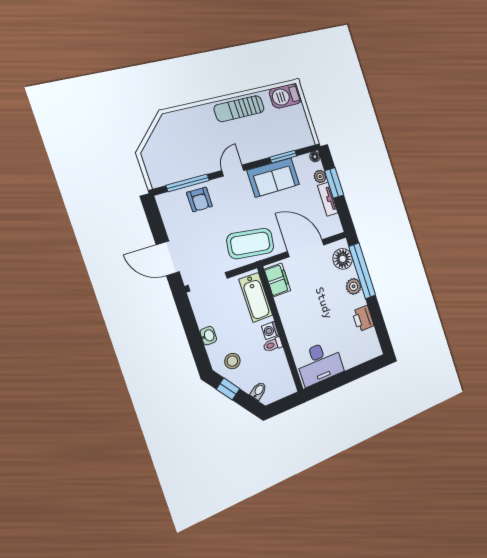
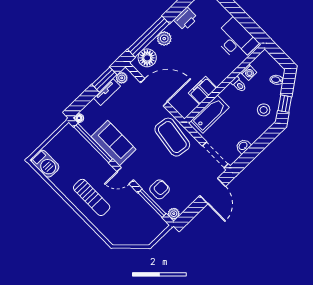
sun lounger: (239, 109) -> (92, 197), moved
window: (283, 157) -> (93, 143), width x2.11
plant: (320, 177) -> (122, 78), moved
window: (334, 183) -> (104, 80), moved
plant: (163, 201) -> (174, 214), added
door: (306, 248) -> (154, 92), swing flipped
filing cabinet: (277, 280) -> (203, 90), moved
washing machine: (270, 331) -> (249, 72), moved
washbasin: (208, 336) -> (243, 146), moved

